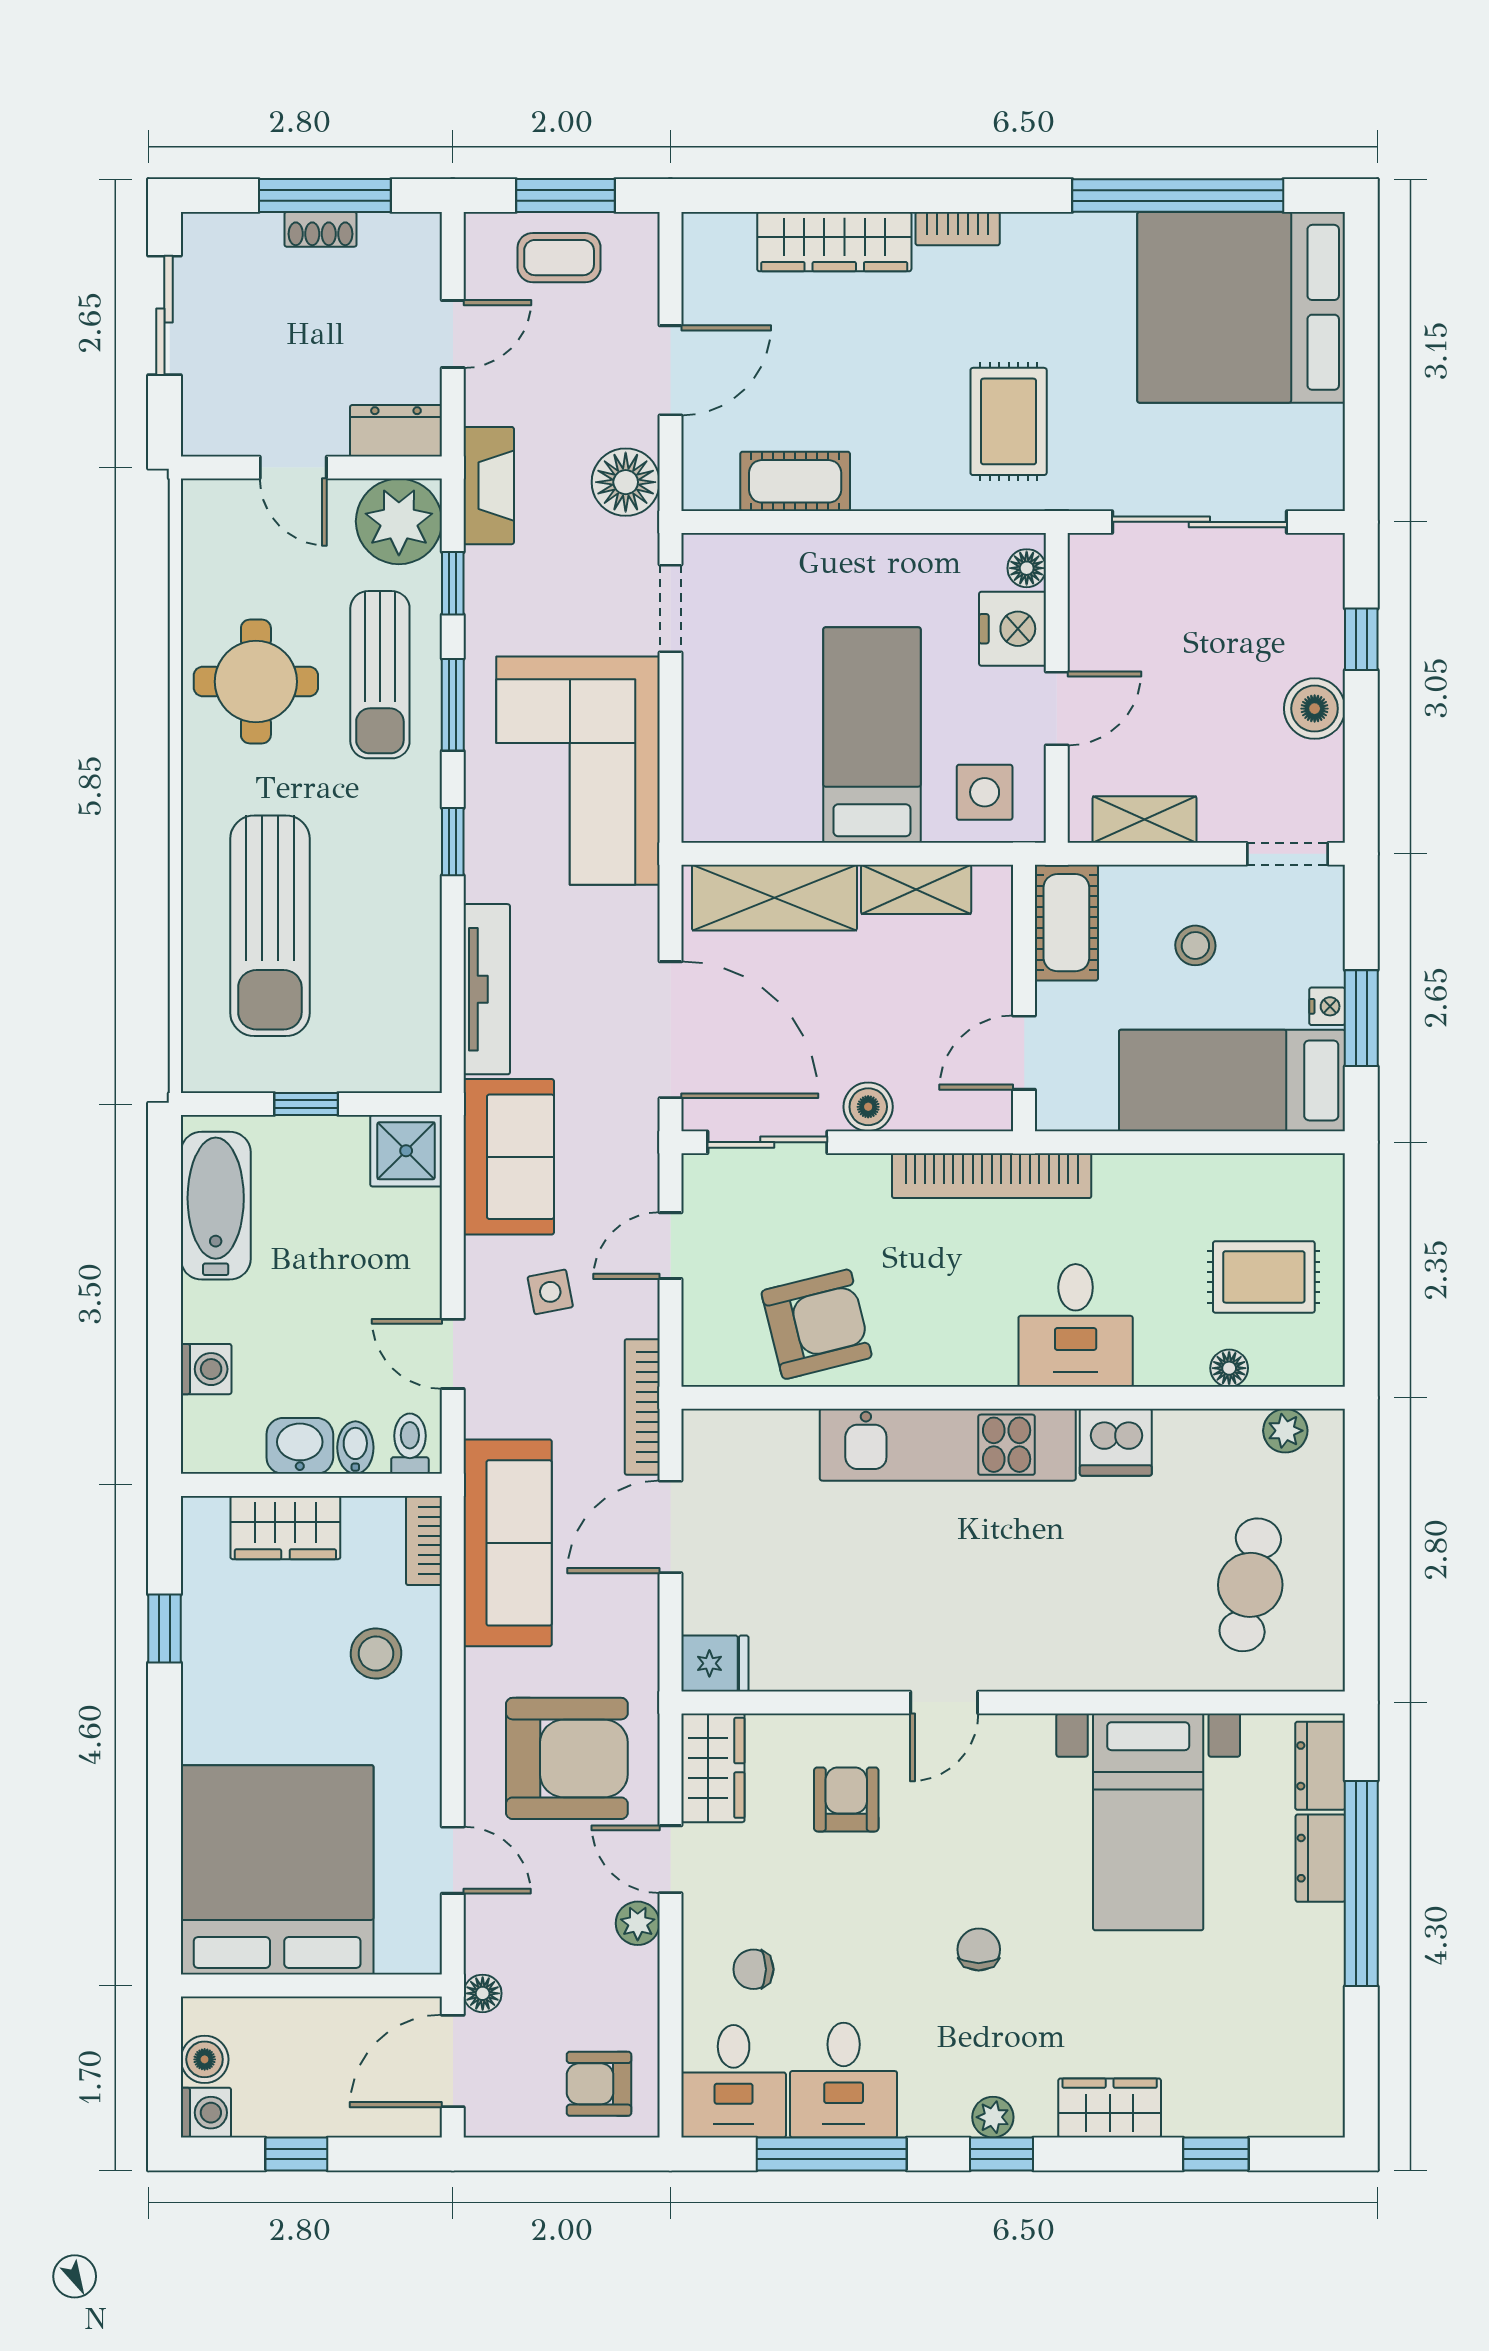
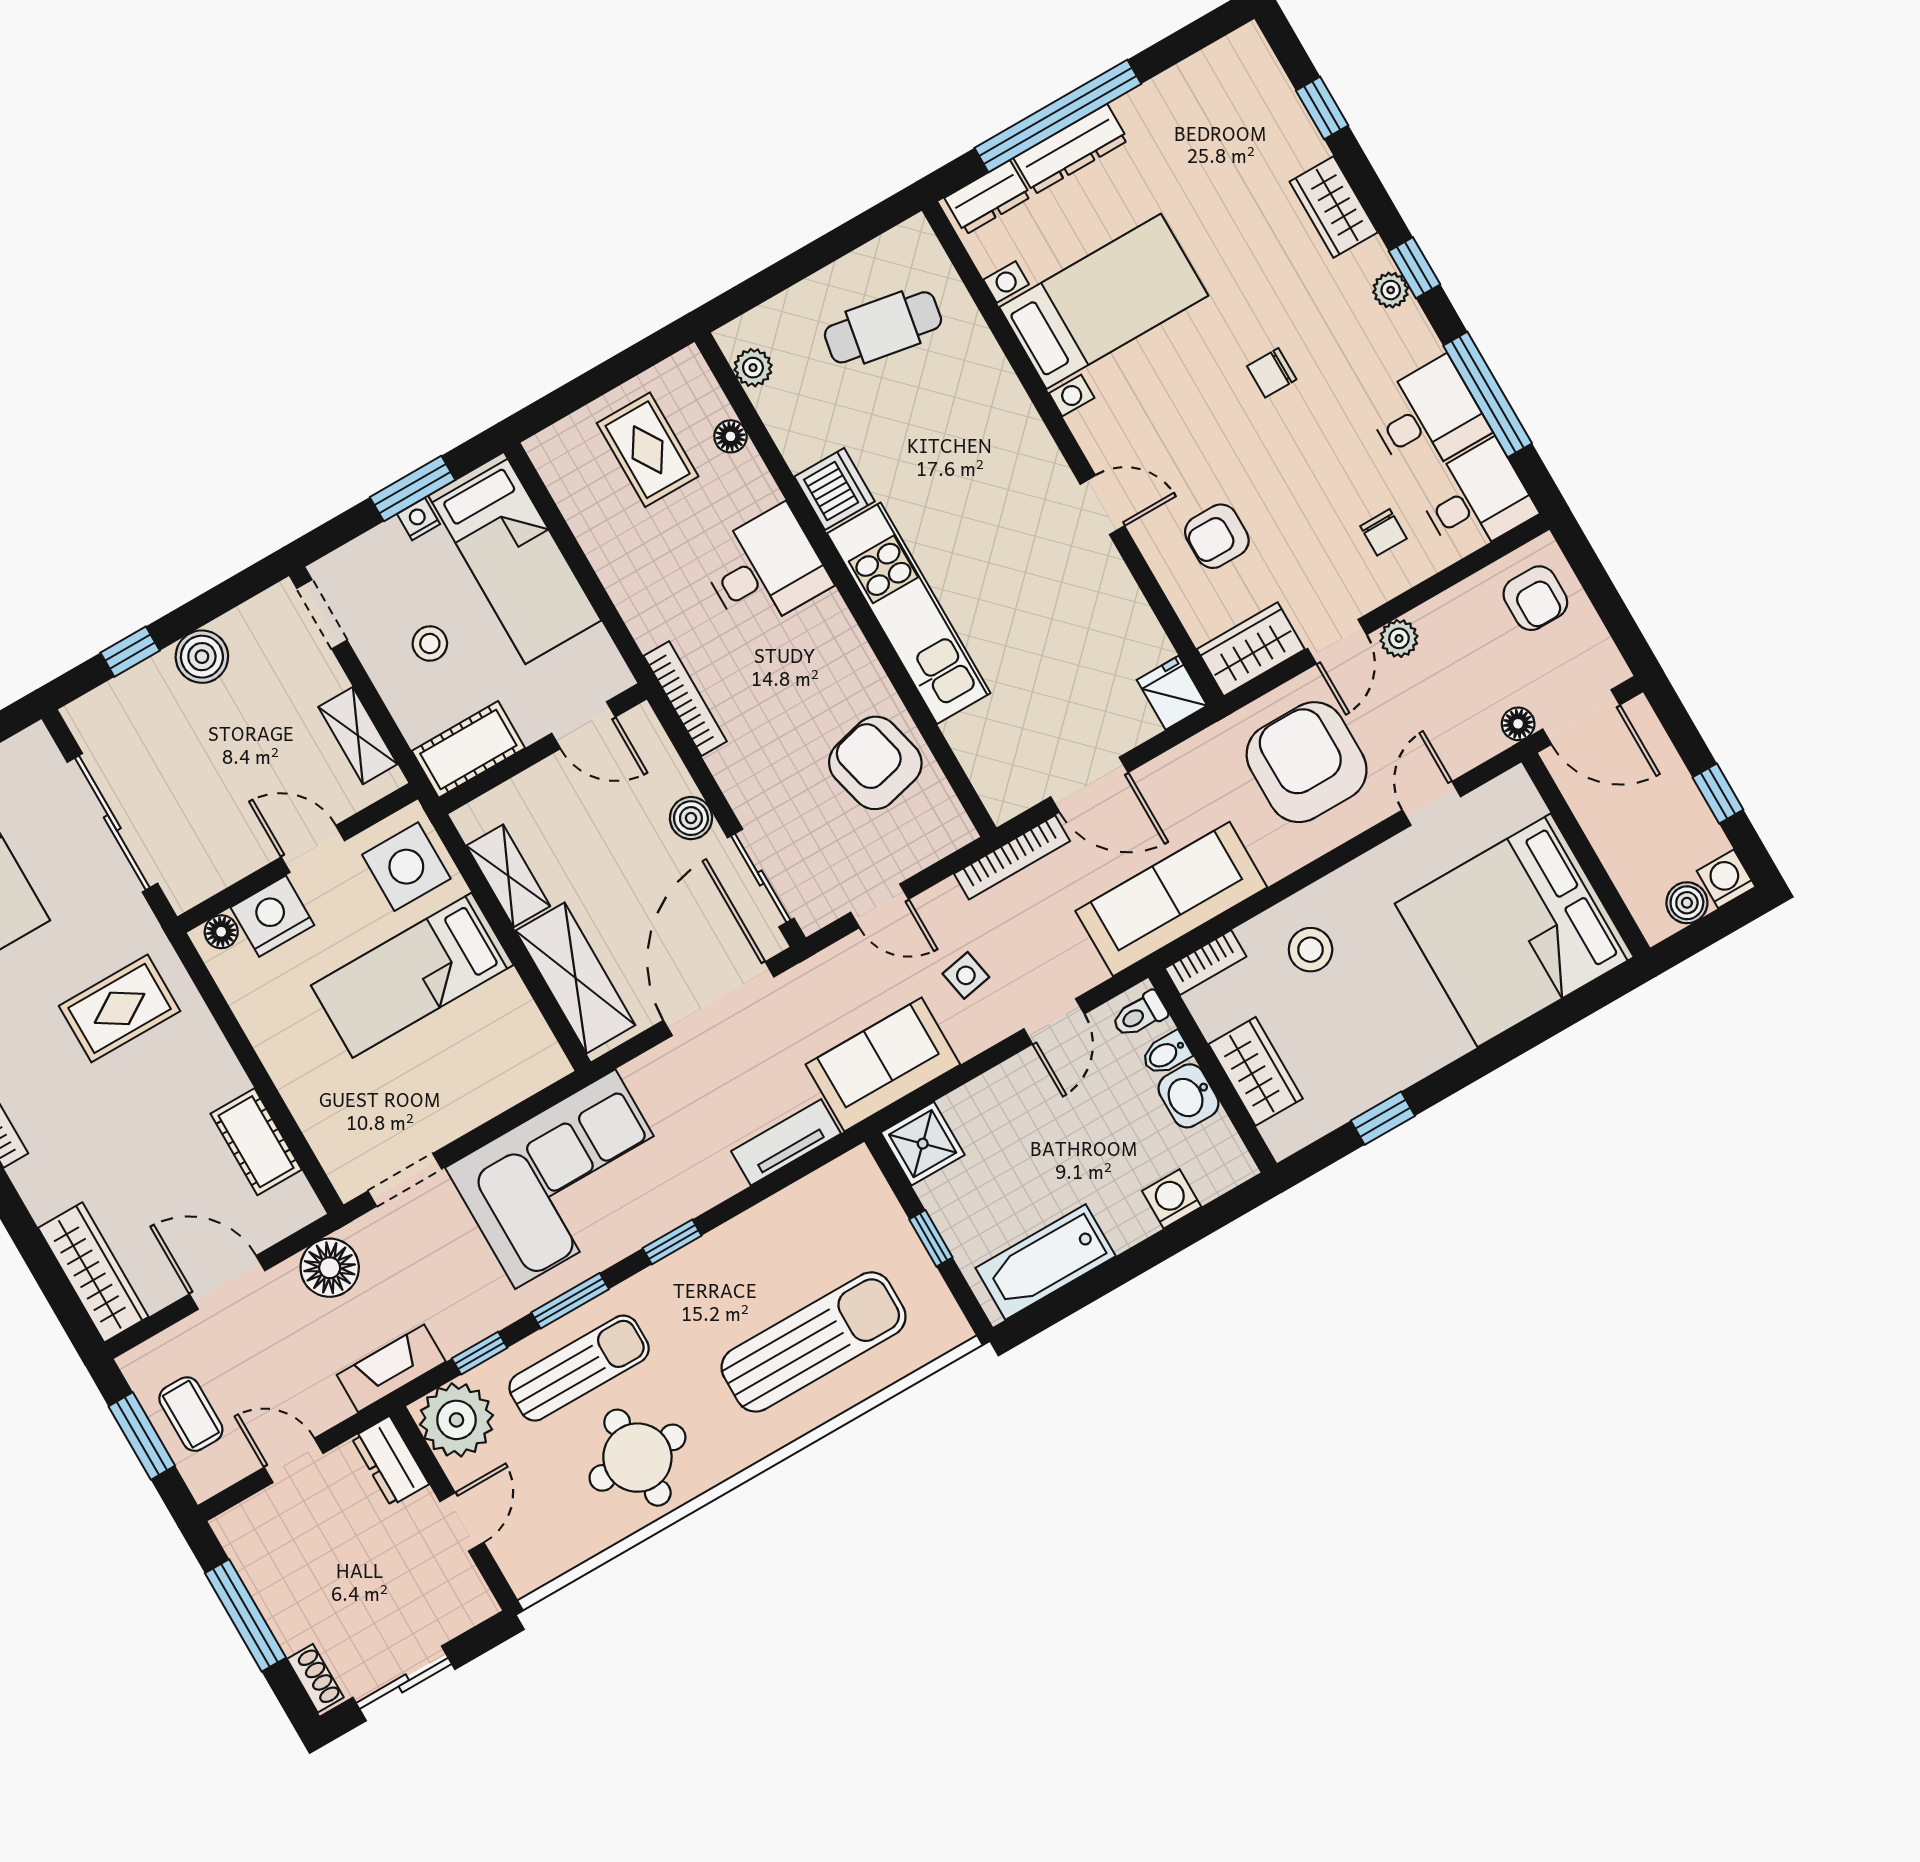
shoe rack: (321, 229) -> (315, 1678), moved
wardrobe: (834, 242) -> (93, 1272), moved
side table: (985, 792) -> (406, 867), width x1.37, depth x1.37
tv unit: (487, 989) -> (786, 1142), width x0.71
bookcase: (992, 1176) -> (685, 699), width x0.68, depth x0.76
dresser: (1320, 1858) -> (1071, 149), width x1.44

